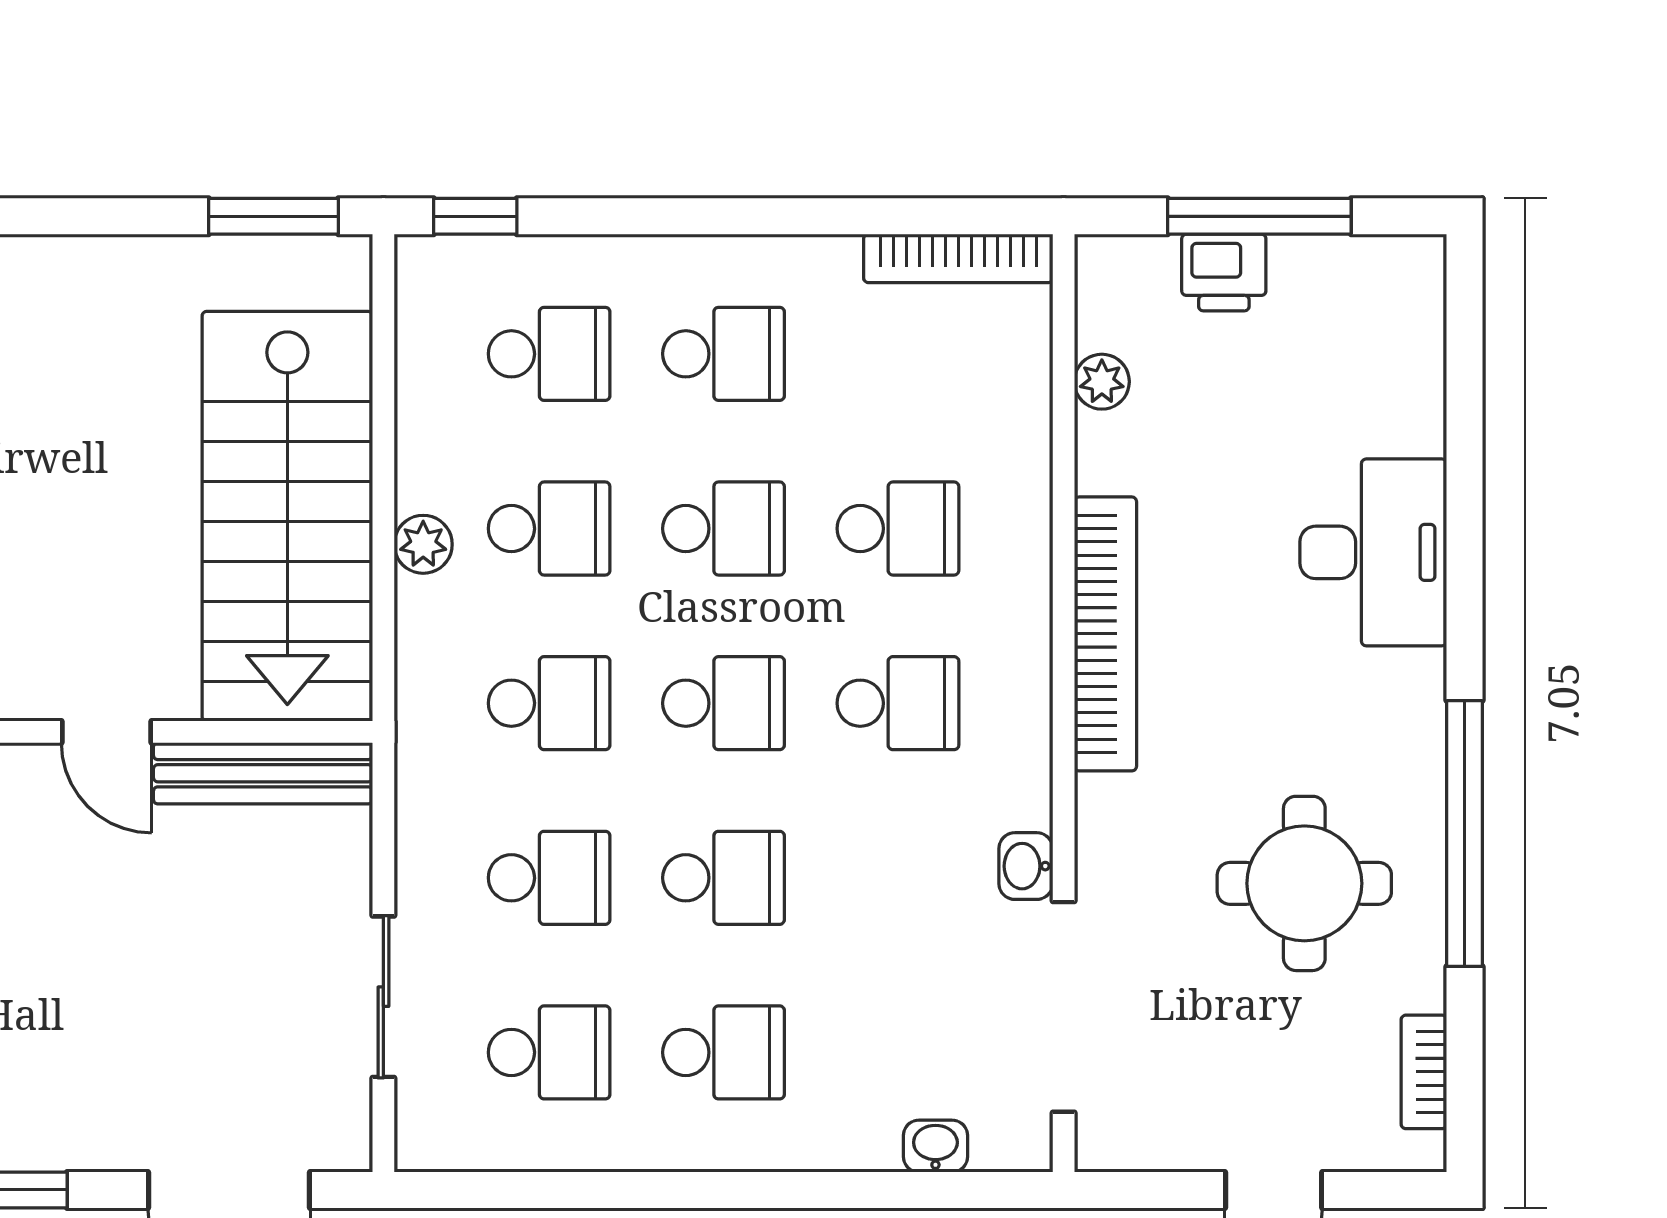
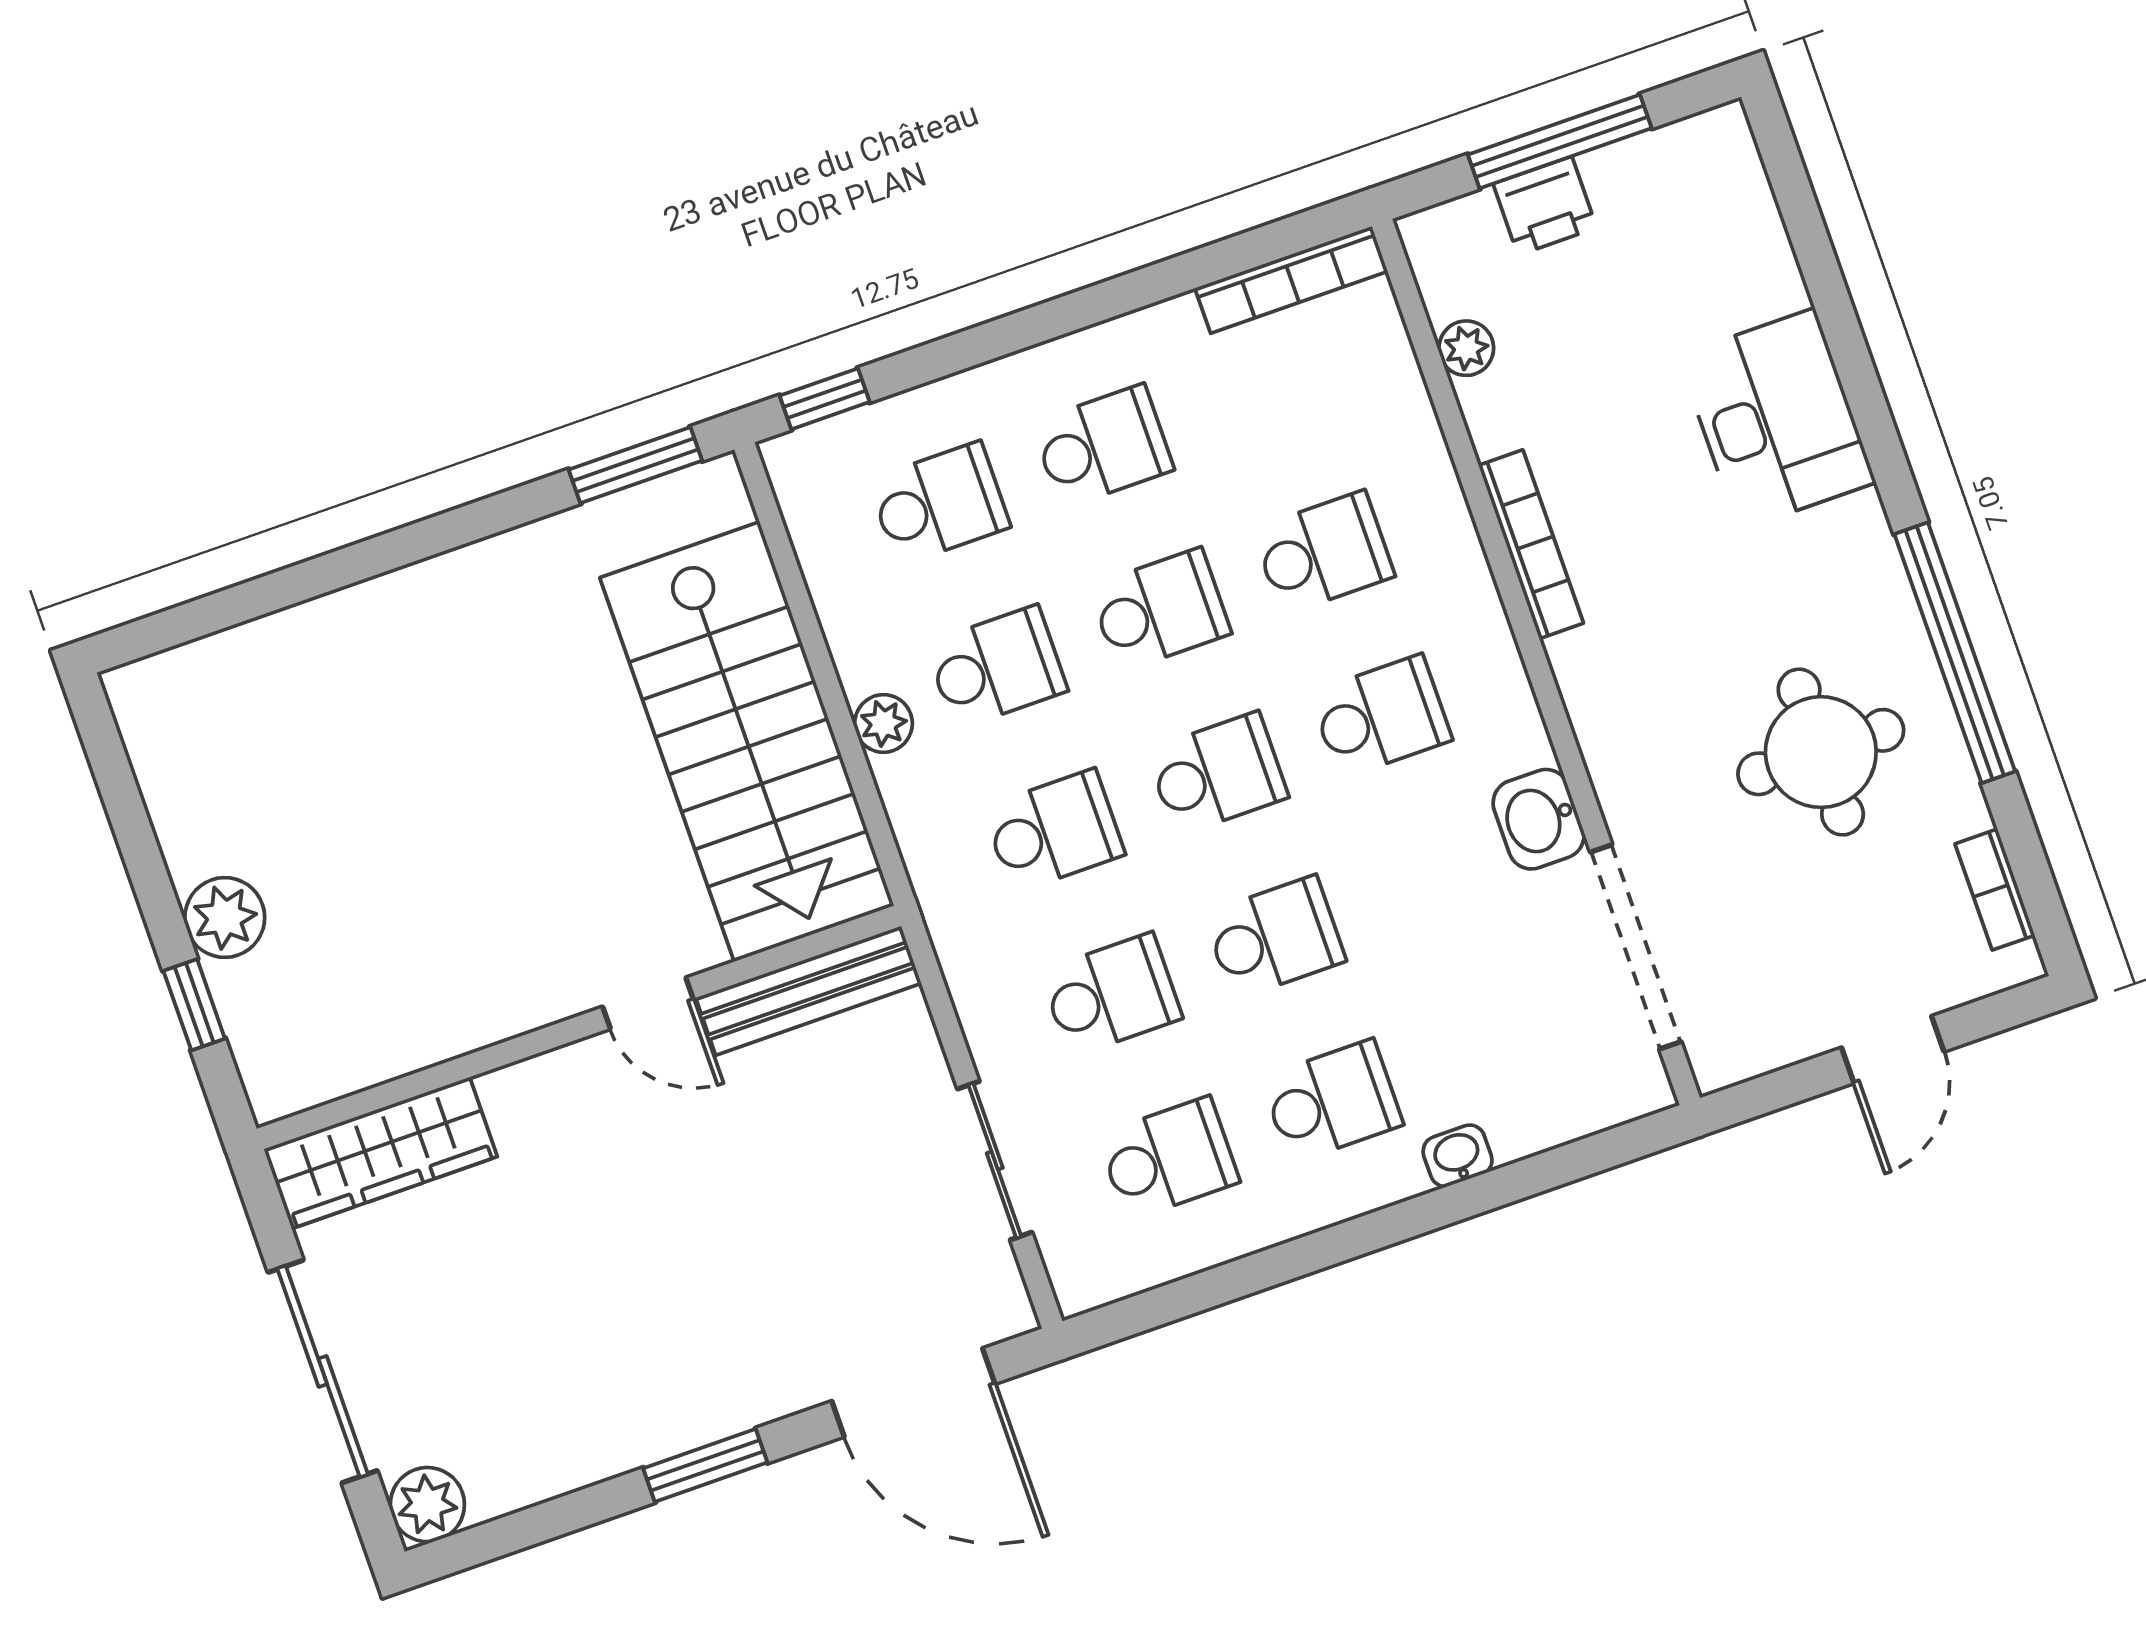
bookcase: (1105, 634) -> (1531, 544), width x0.68, depth x0.76
washbasin: (1026, 866) -> (1539, 819), width x1.38, depth x1.45
washbasin: (935, 1146) -> (1458, 1156), moved

